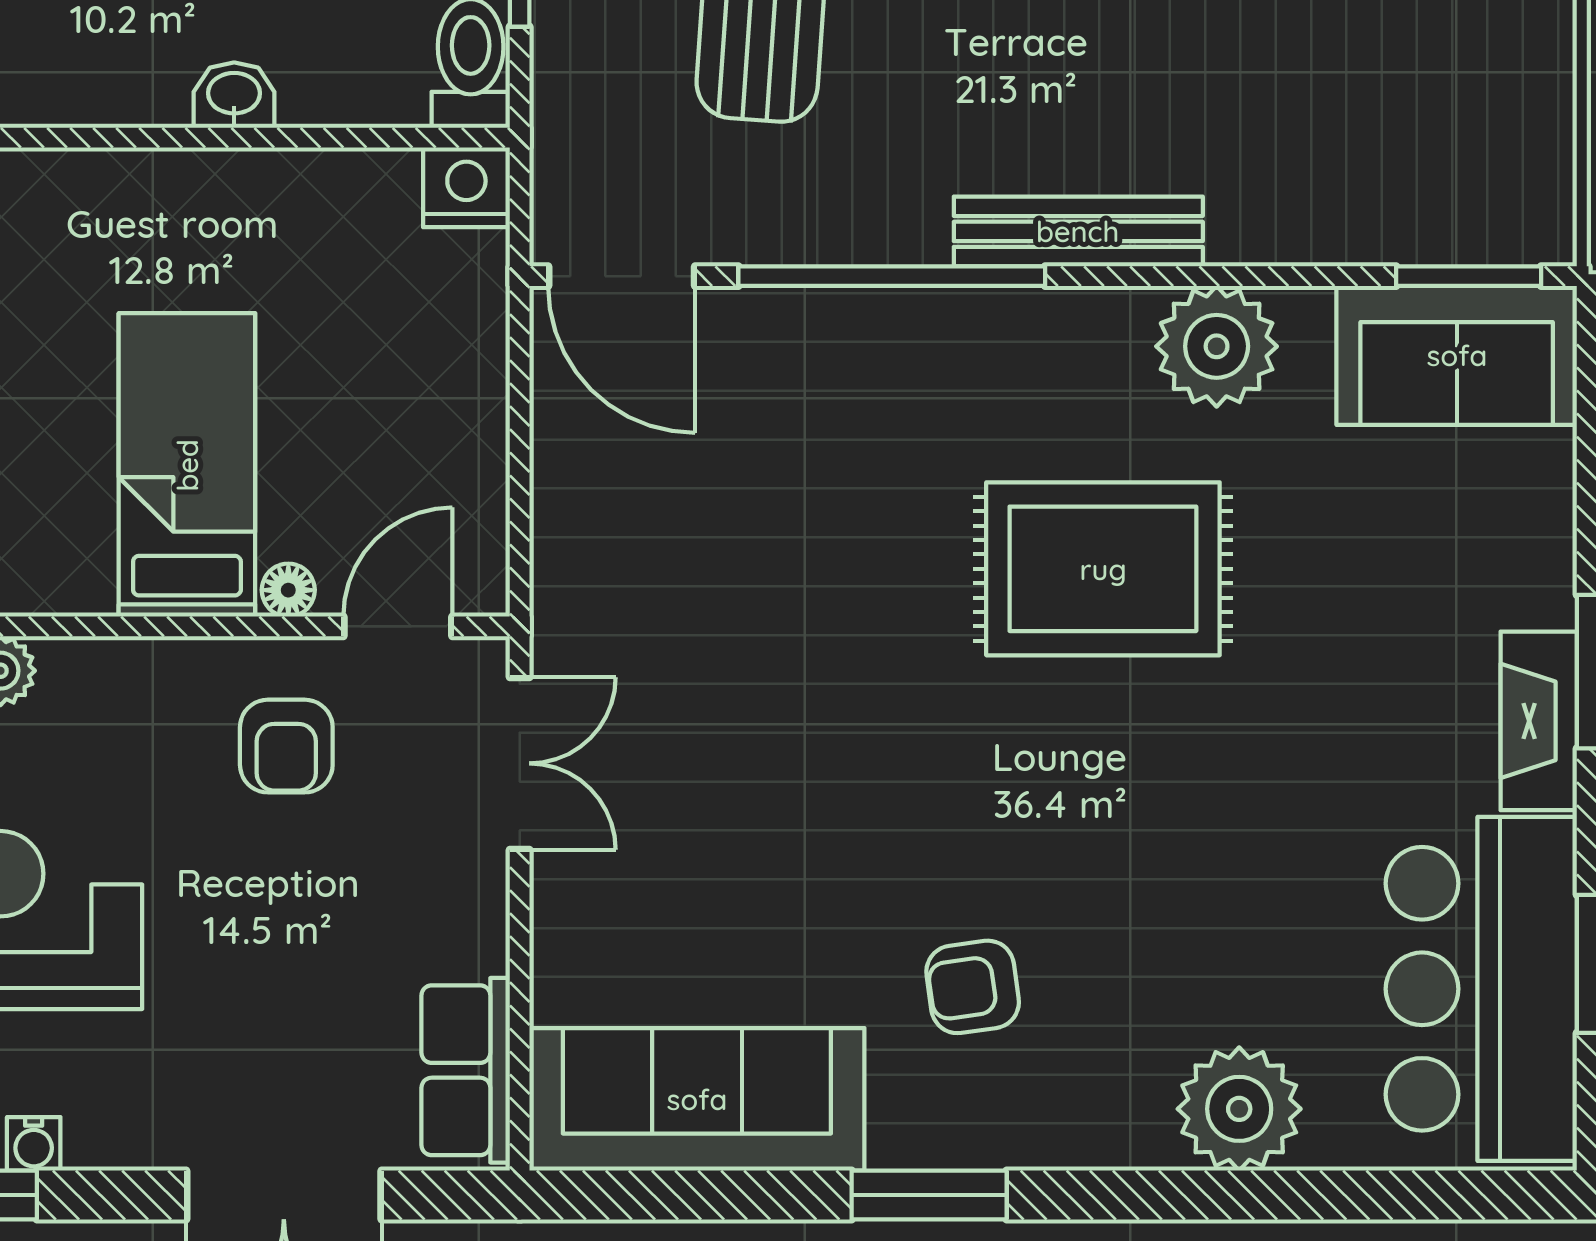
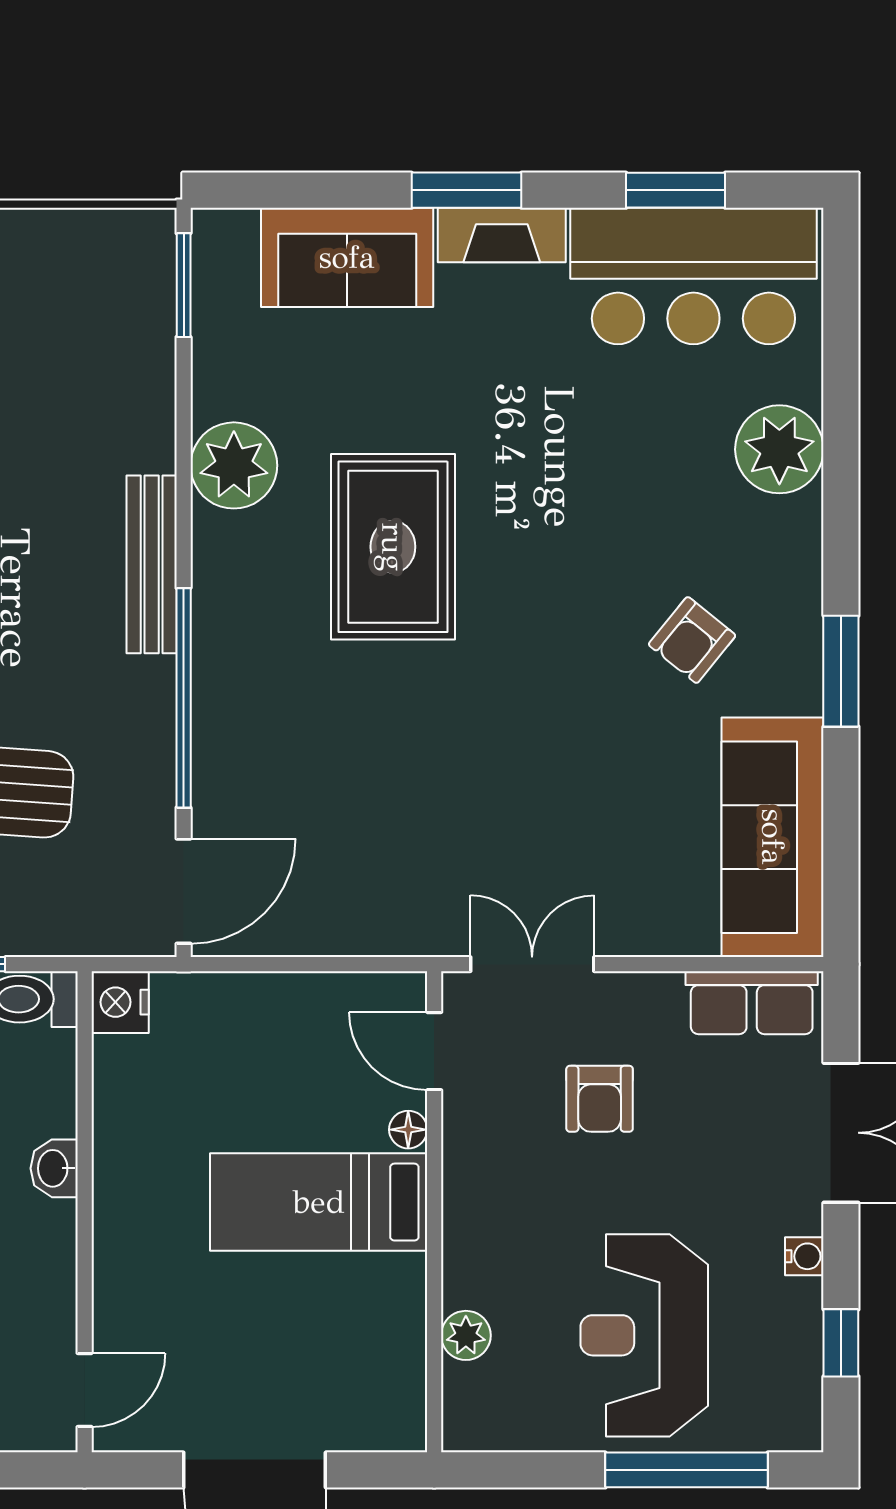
sofa: (1457, 355) -> (347, 257), moved, turned 90
armchair: (286, 746) -> (600, 1099), moved, turned 90
armchair: (973, 987) -> (692, 640), turned 47
water cooler: (34, 1144) -> (804, 1256), moved

